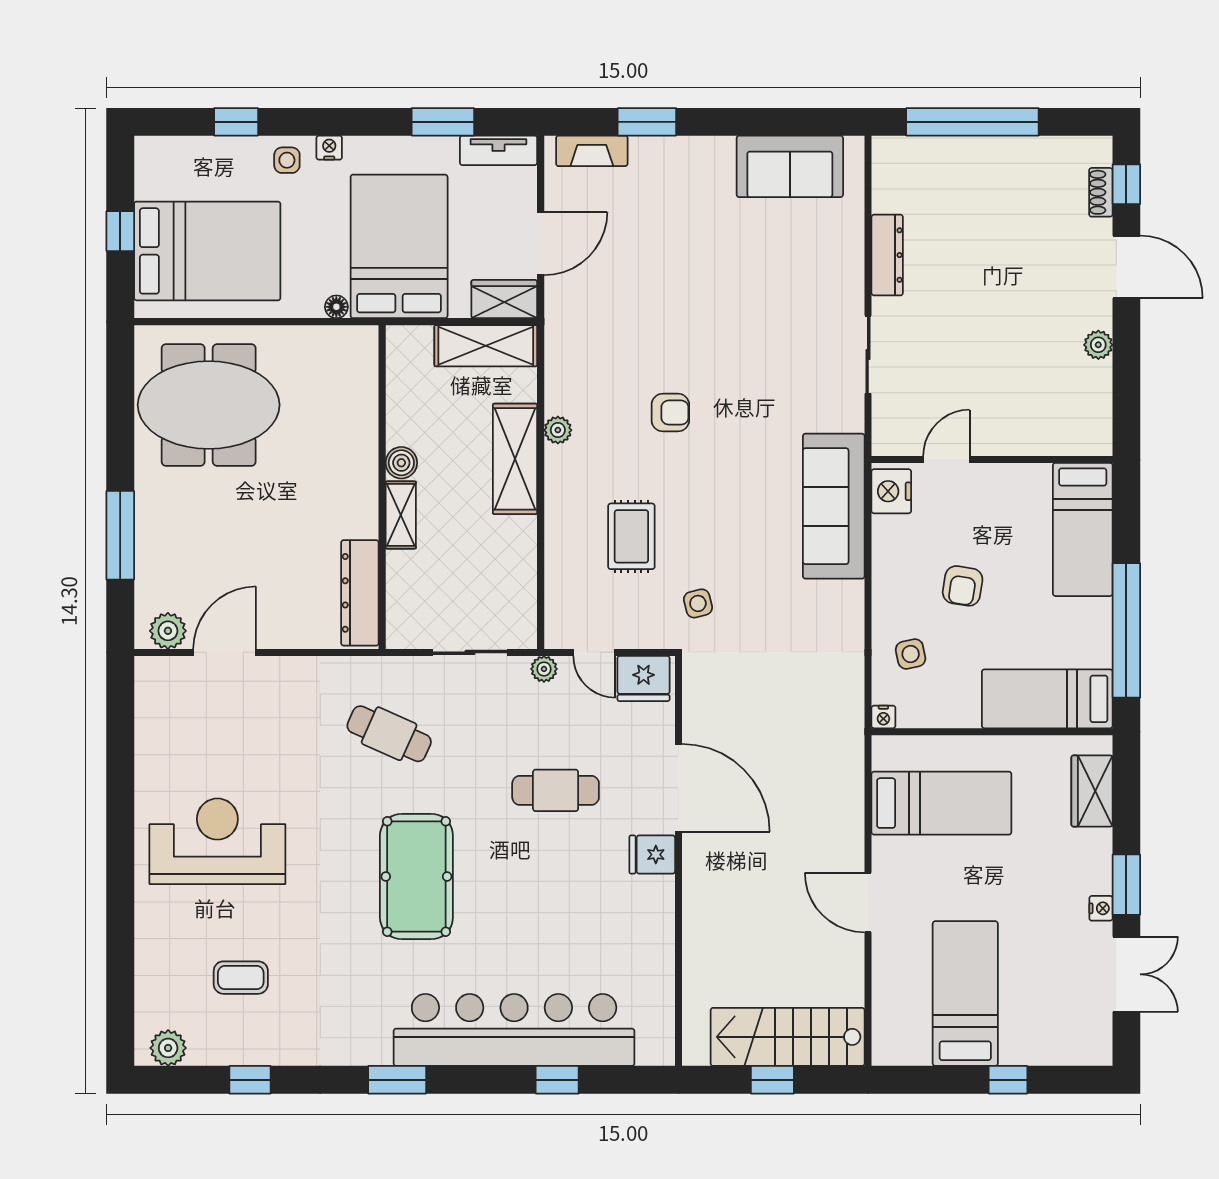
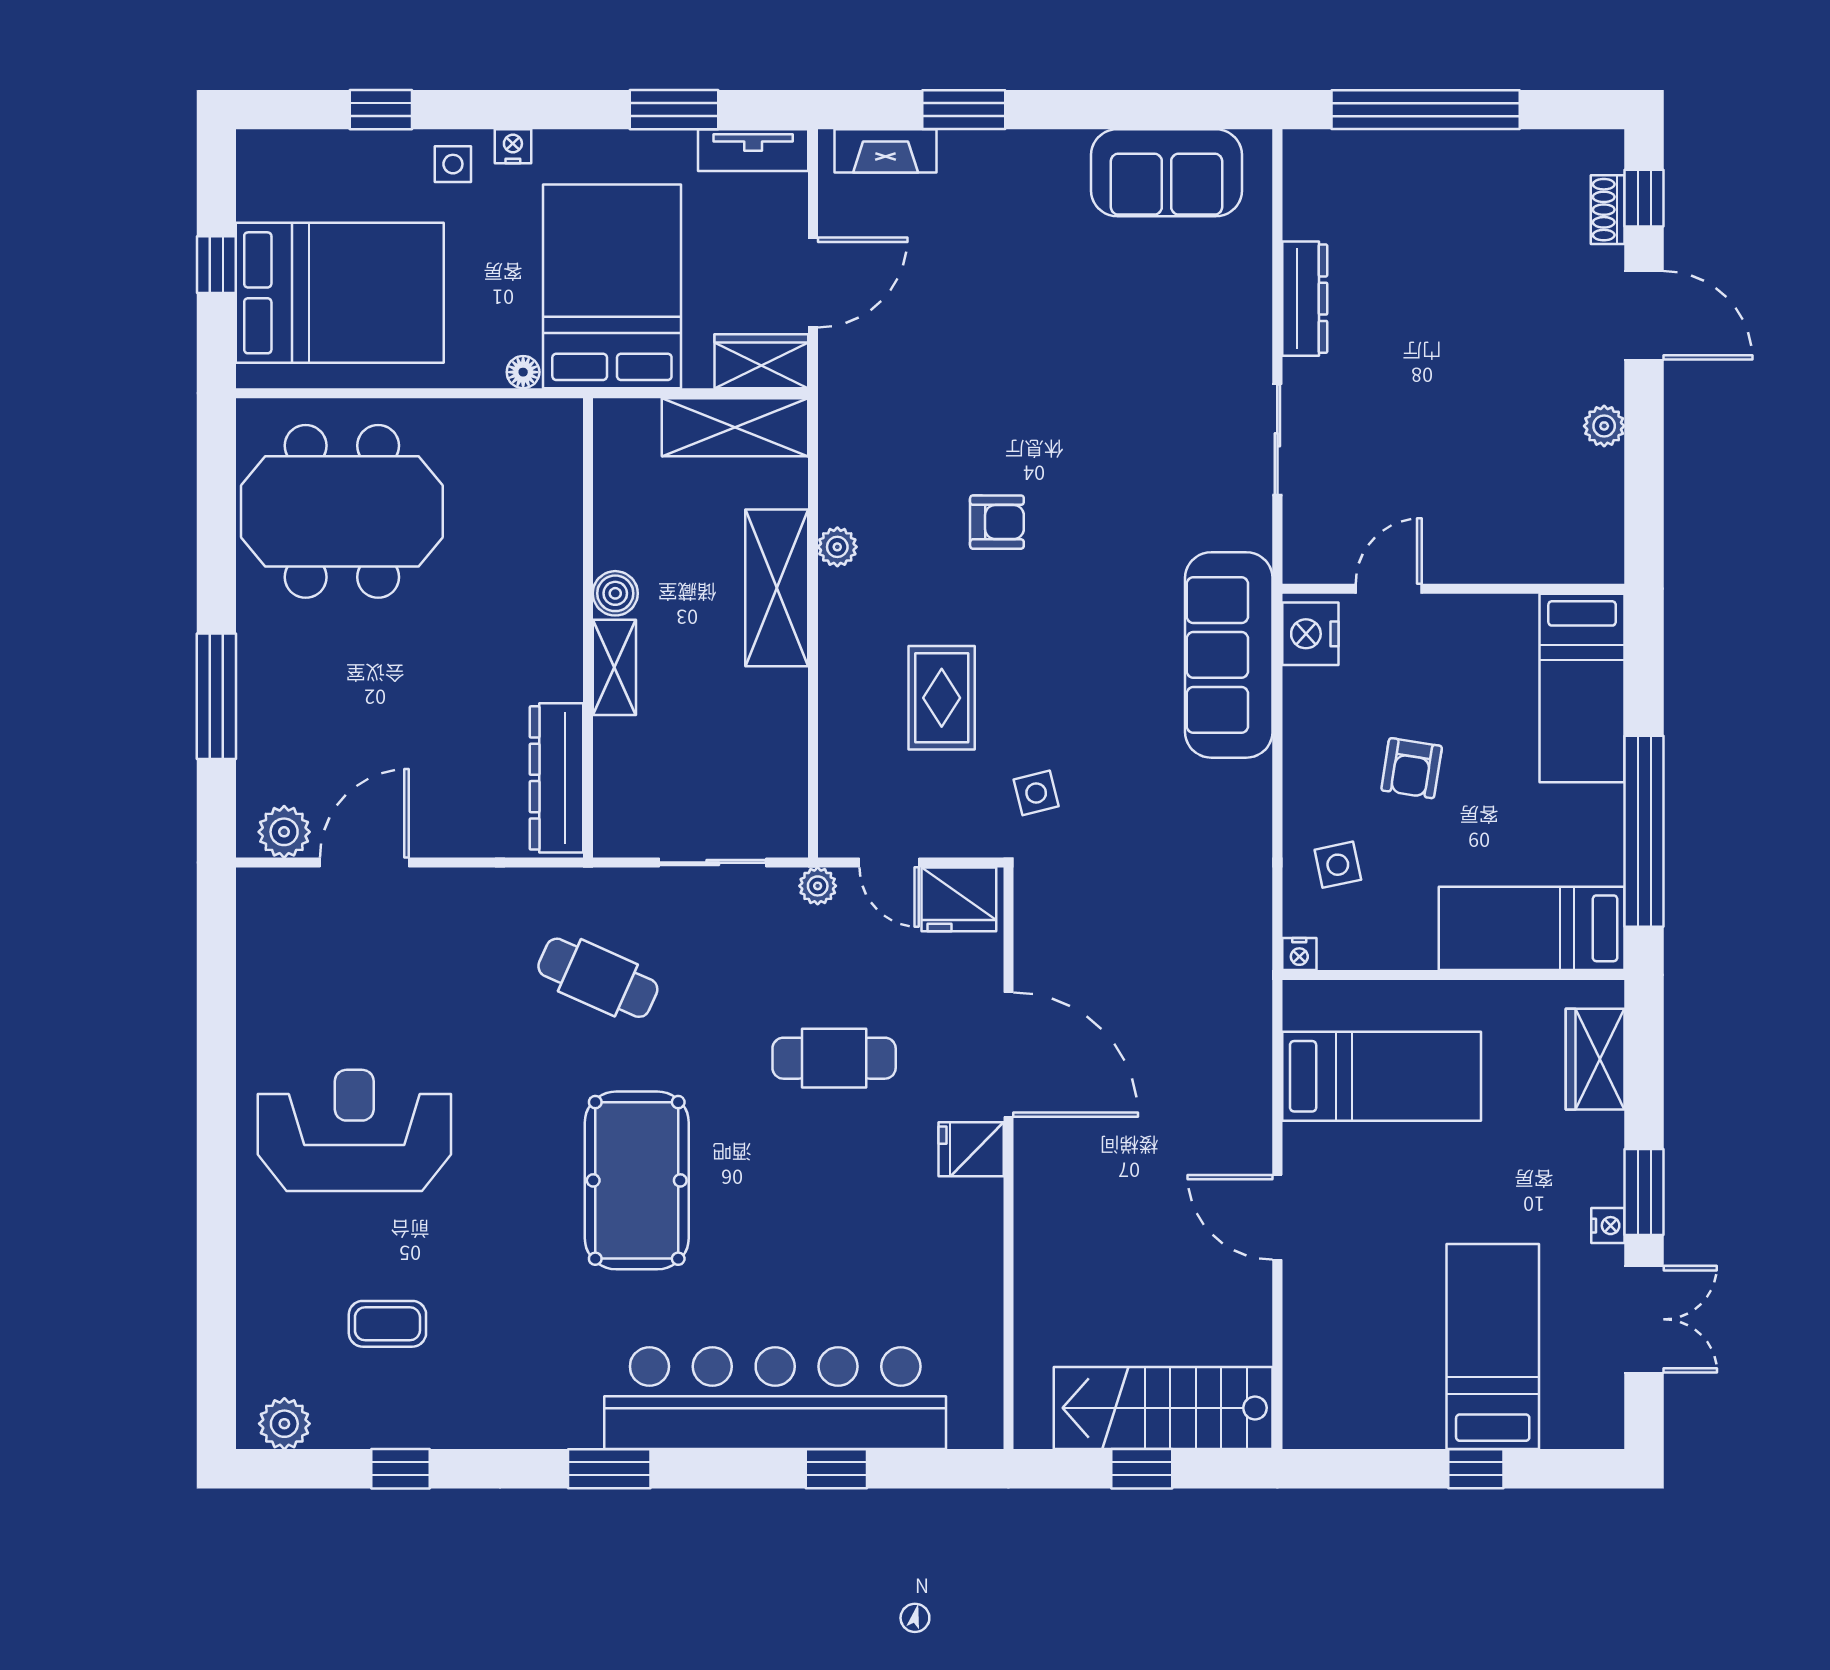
bed: (965, 994) -> (1493, 1347), moved

